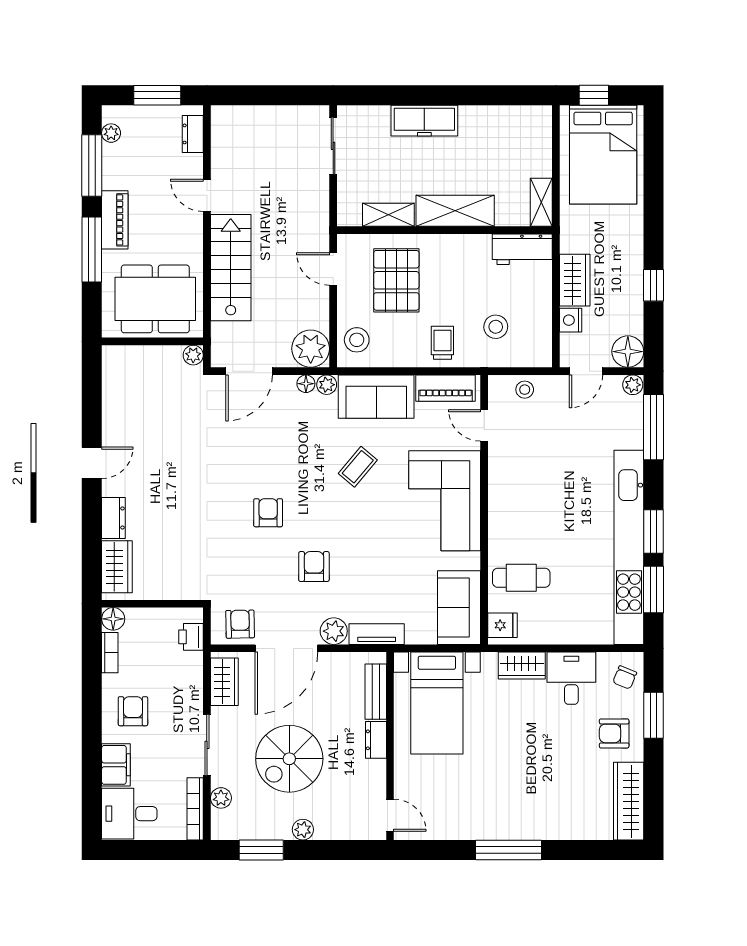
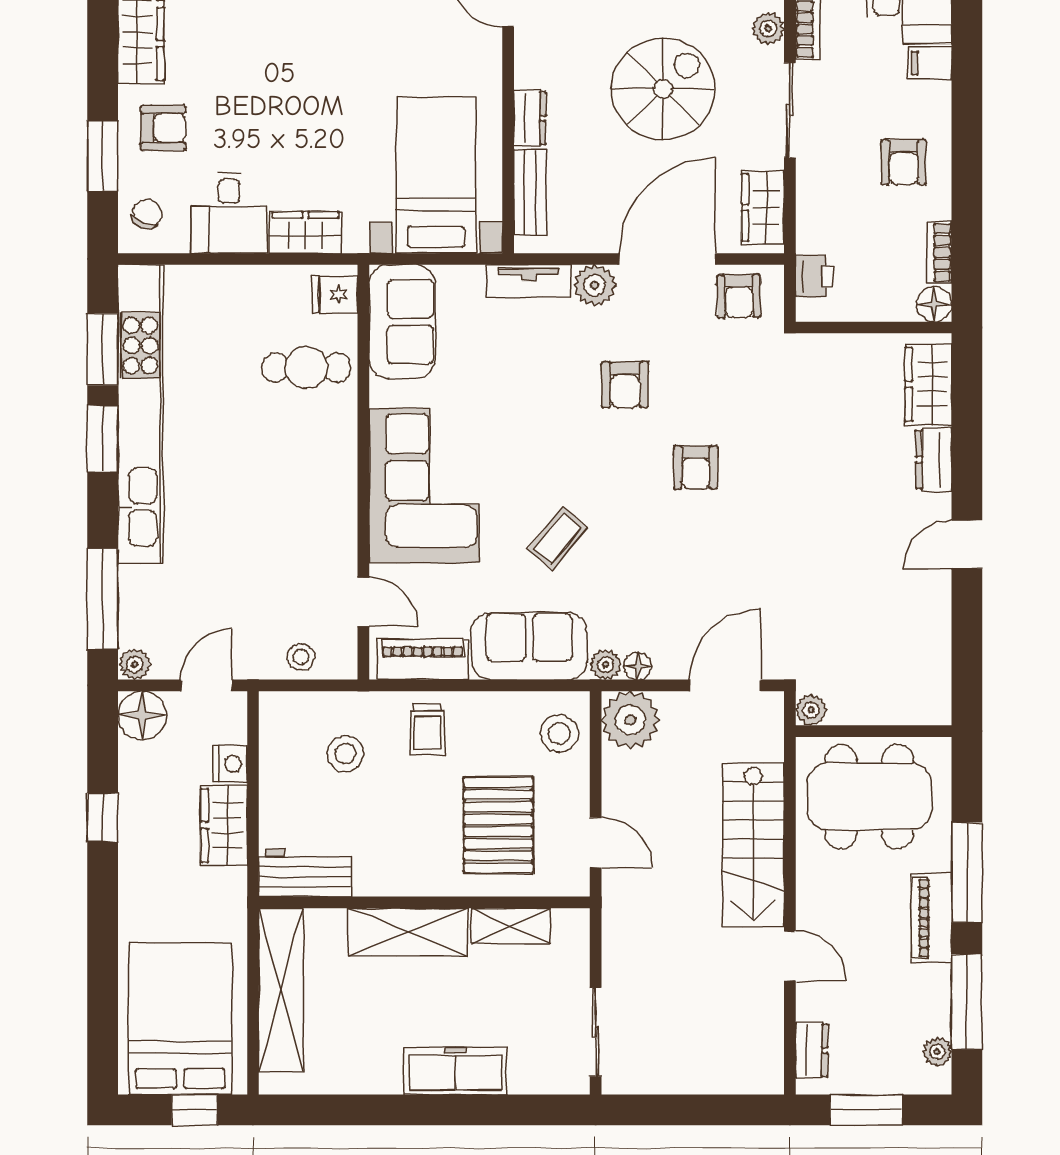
shelving: (541, 202) -> (281, 990), width x2.20, depth x1.33
filing cabinet: (116, 765) -> (930, 63), width x0.50

